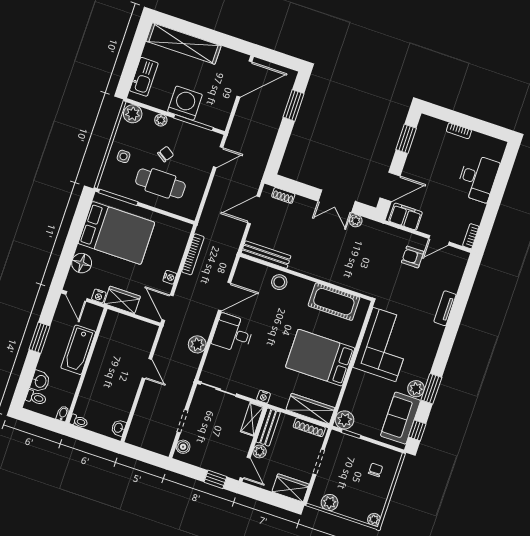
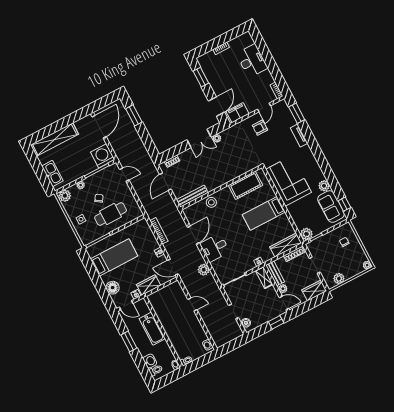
washing machine: (185, 103) -> (103, 156), moved
door: (218, 157) -> (124, 175), hinge flipped
bed: (116, 233) -> (114, 257), width x0.67
bed: (320, 358) -> (264, 213), width x0.67
window: (431, 389) -> (297, 113), moved

